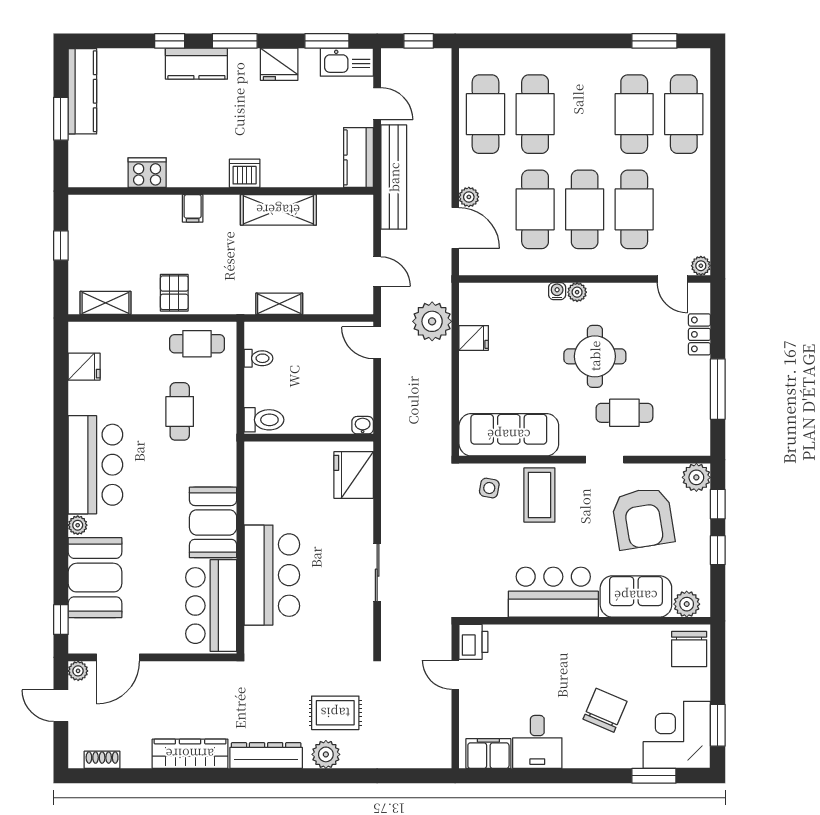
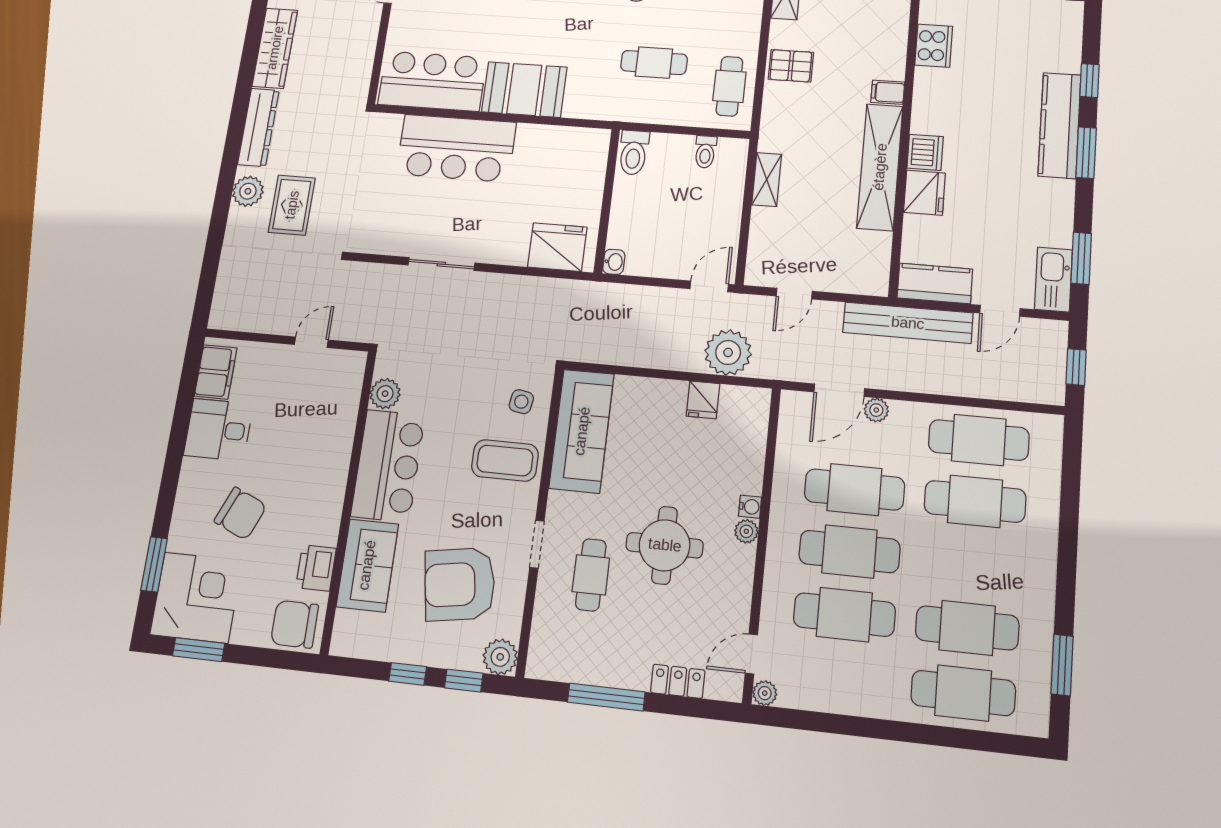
kitchen counter: (196, 64) -> (1060, 125), width x1.50
fridge: (279, 64) -> (924, 193), moved, turned 180
shelving: (278, 210) -> (880, 167), width x1.47
plant: (687, 604) -> (385, 394), moved
printer: (473, 642) -> (316, 568), moved, turned 90

